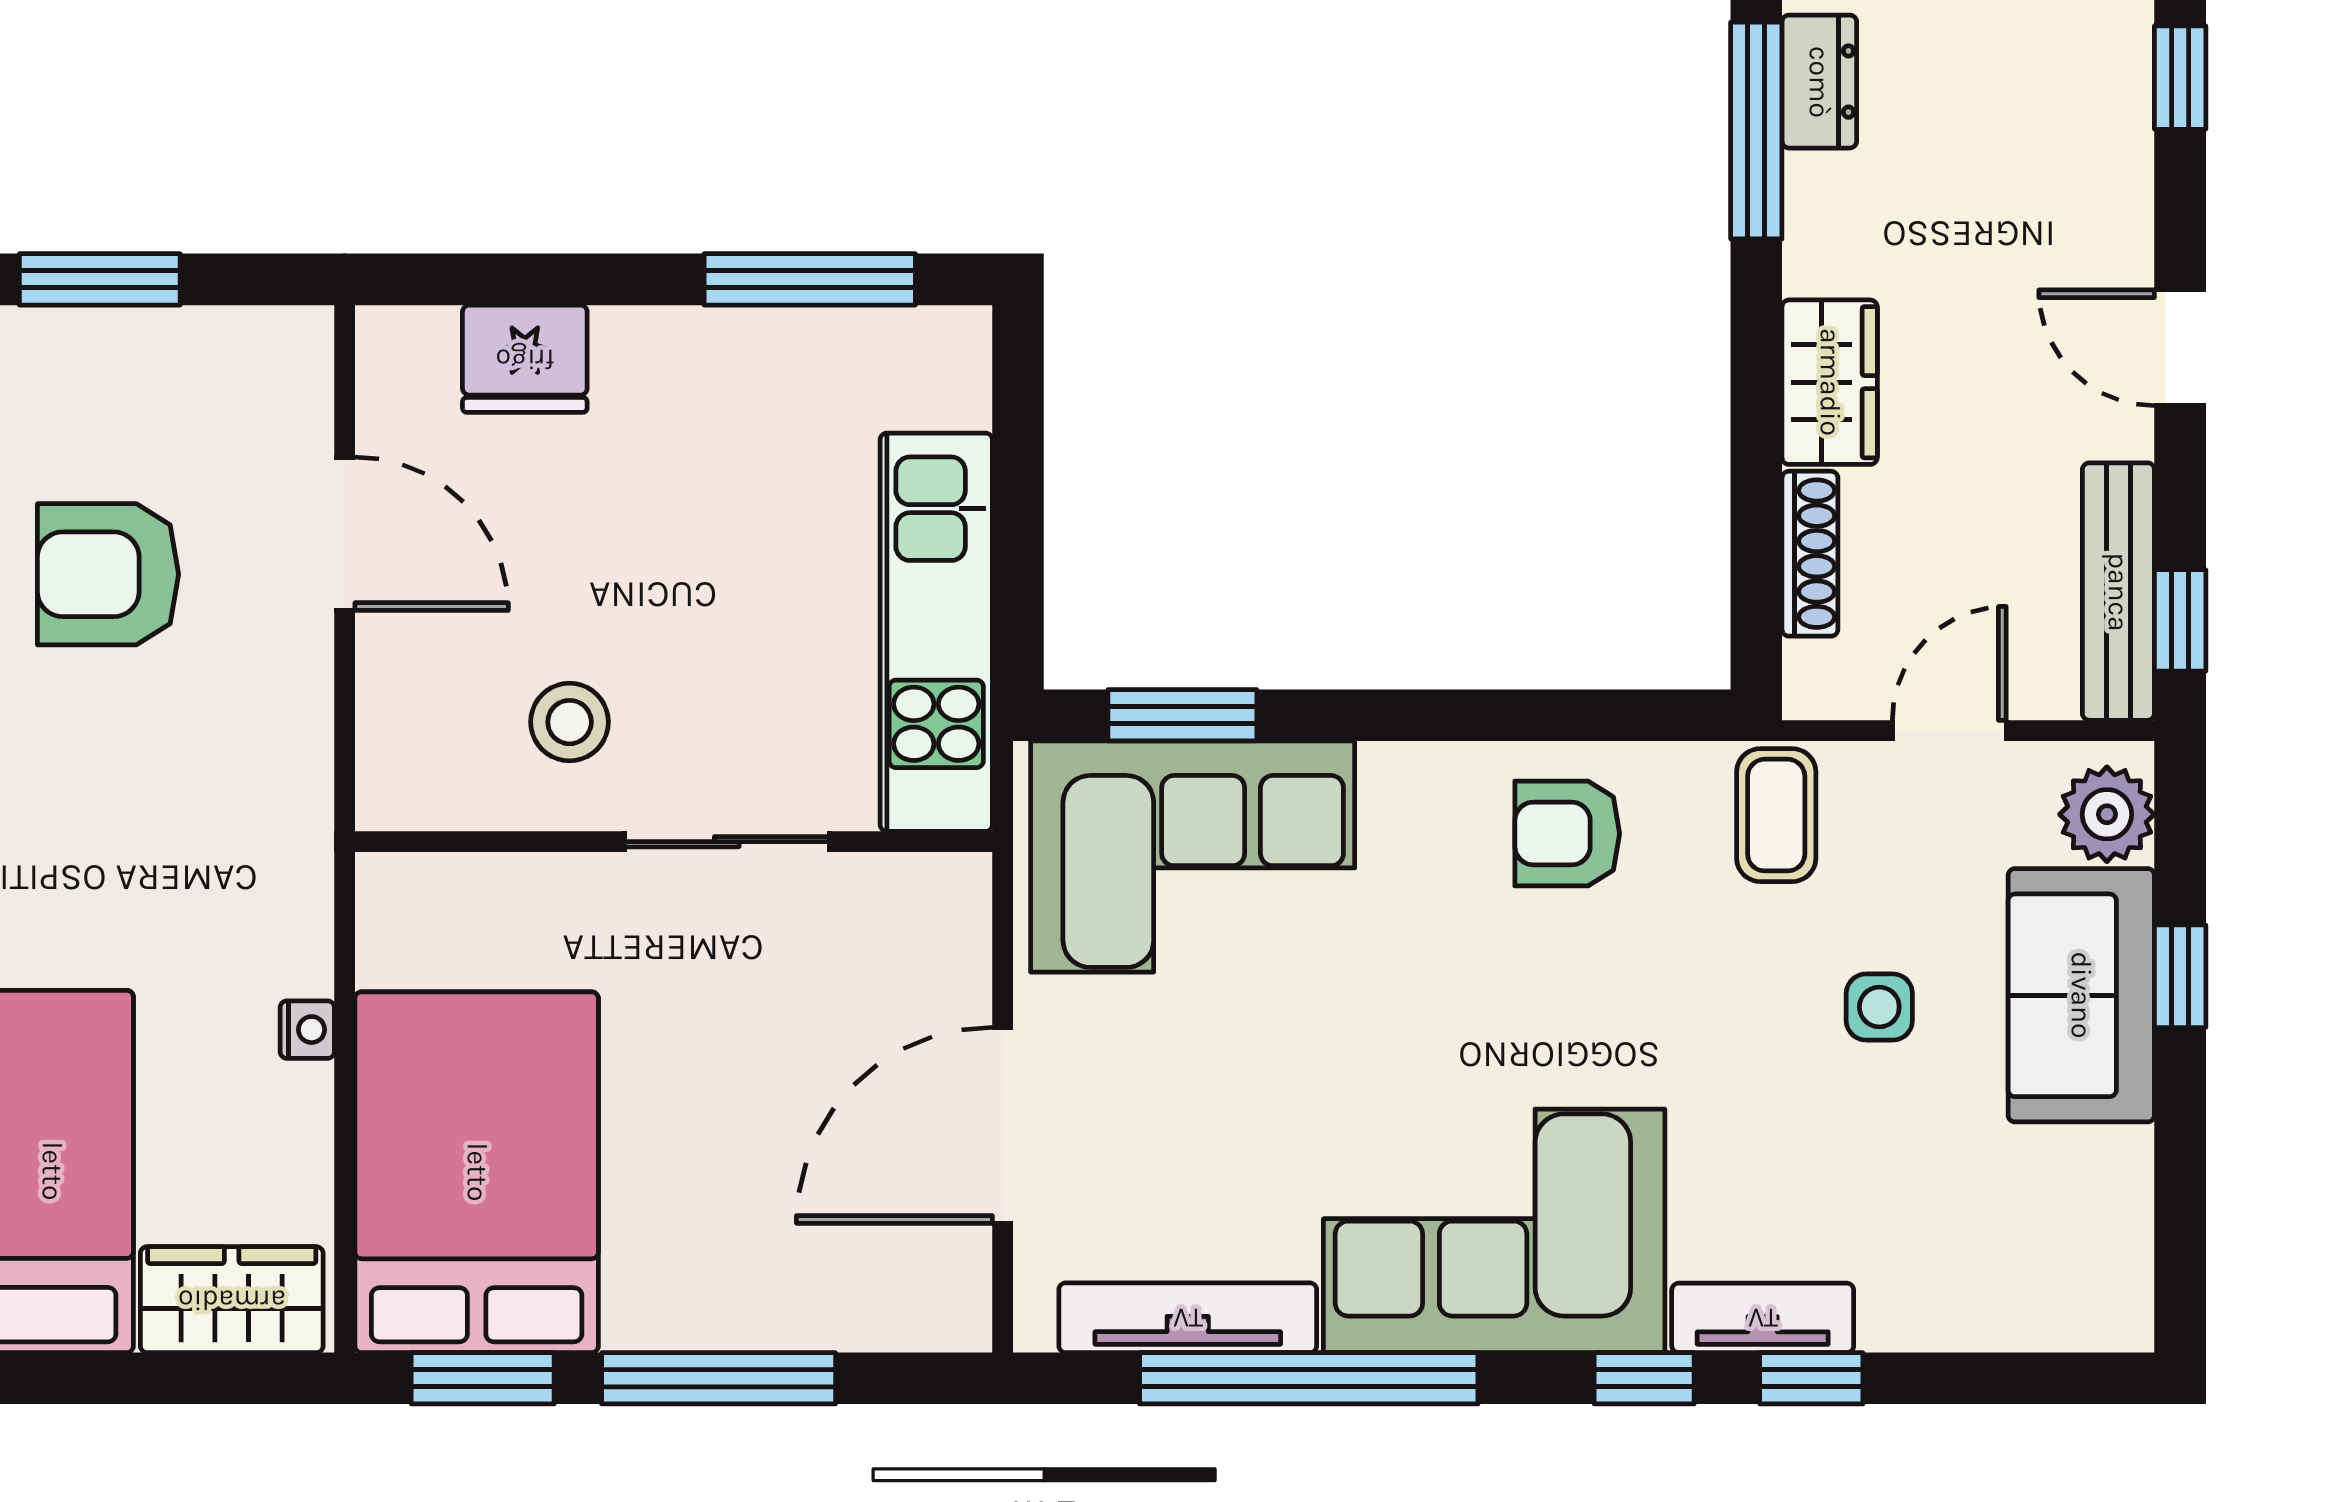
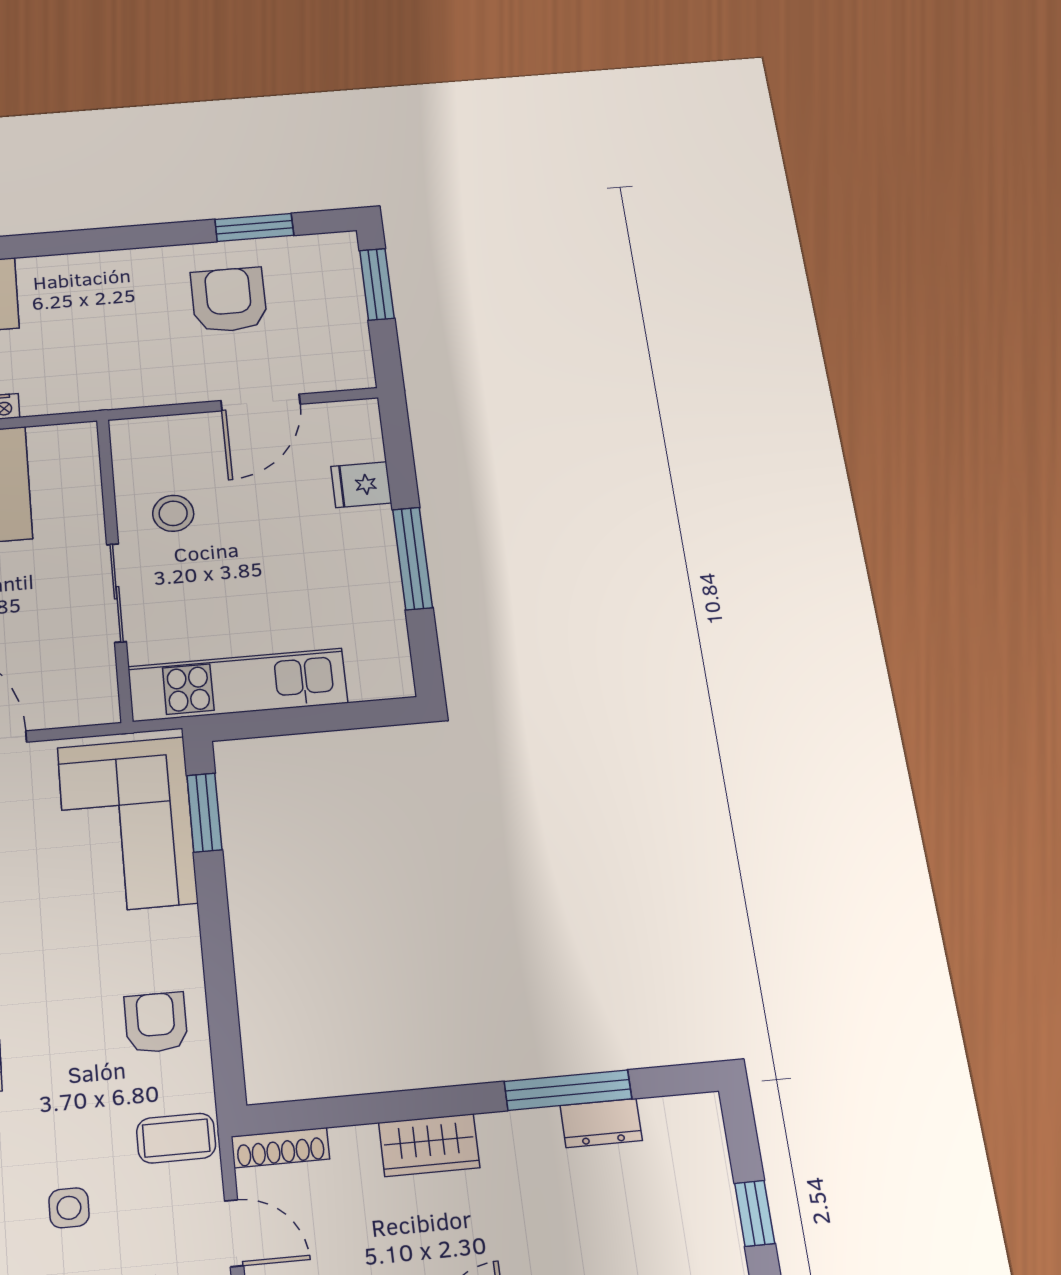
window: (810, 279) -> (413, 558), moved
fridge: (525, 359) -> (361, 485), width x0.72
shoe rack: (1810, 554) -> (280, 1148), moved

